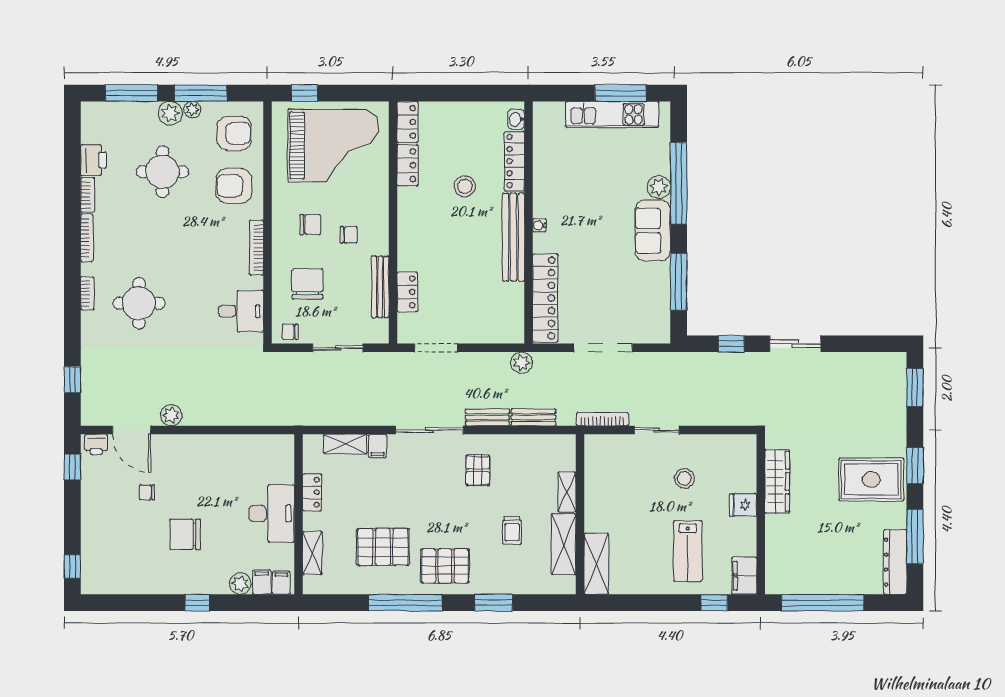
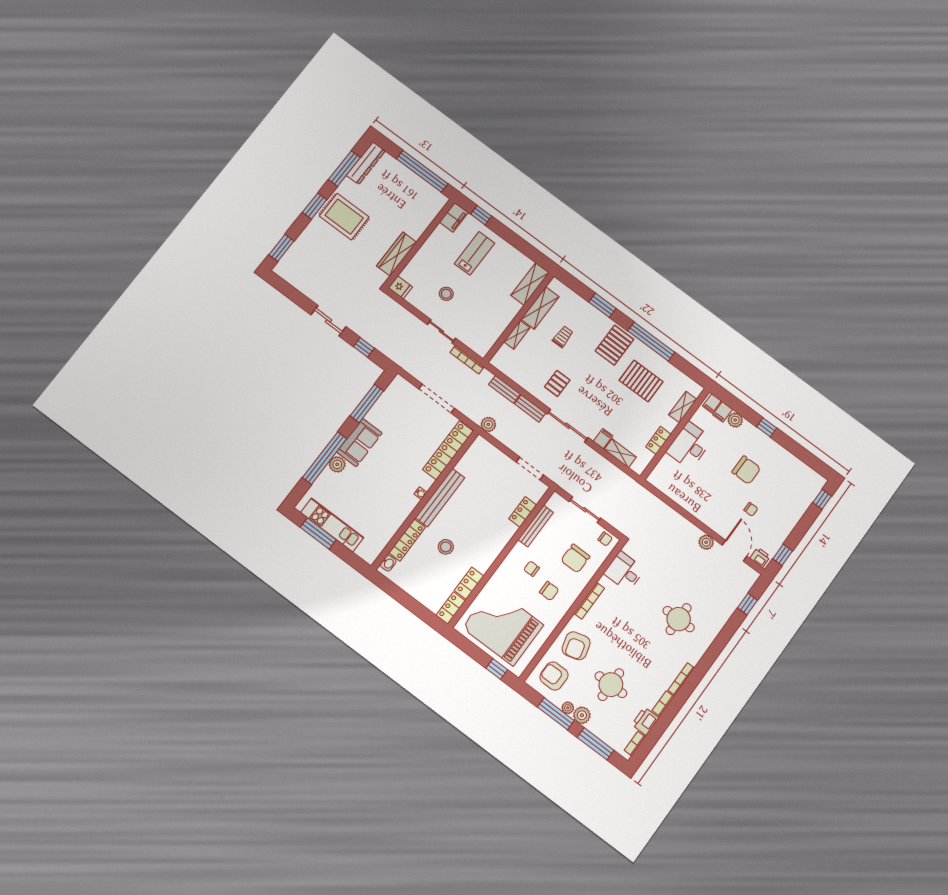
armchair: (234, 186) -> (576, 646), turned 75
chair: (310, 225) -> (549, 591), turned 180
bookcase: (87, 293) -> (635, 744), moved
fridge: (743, 505) -> (400, 287), moved
pallet: (445, 566) -> (614, 345), turned 90

